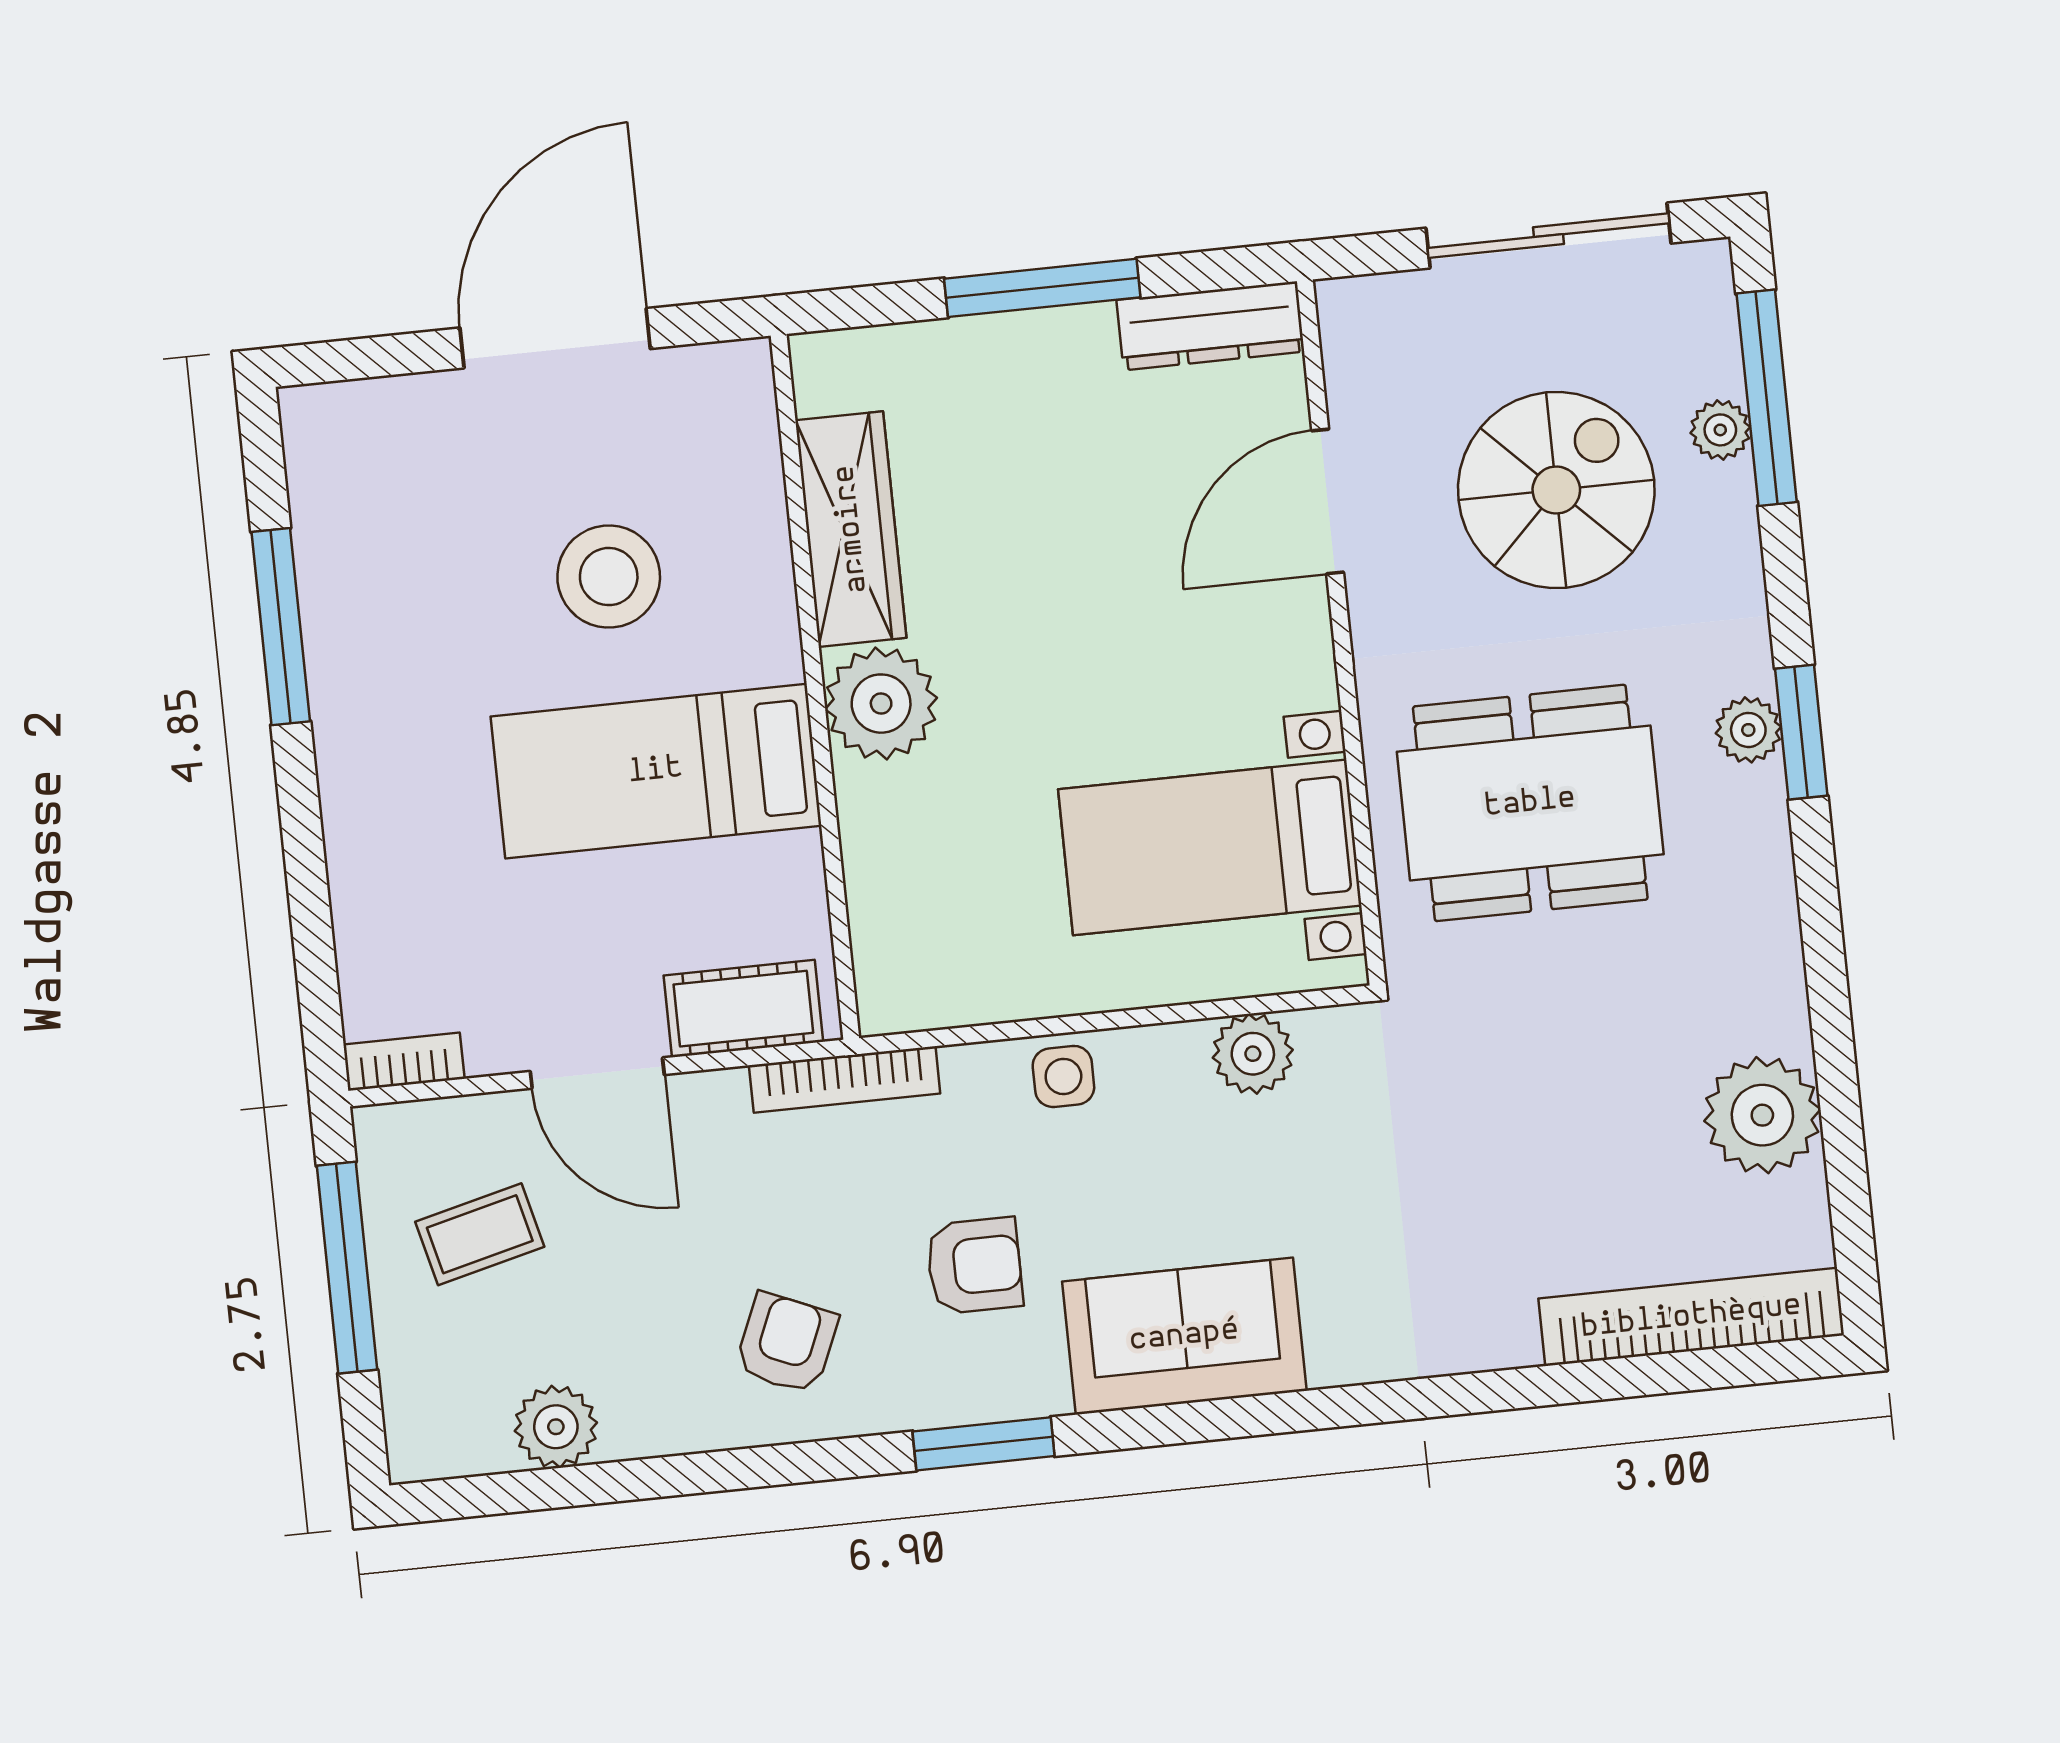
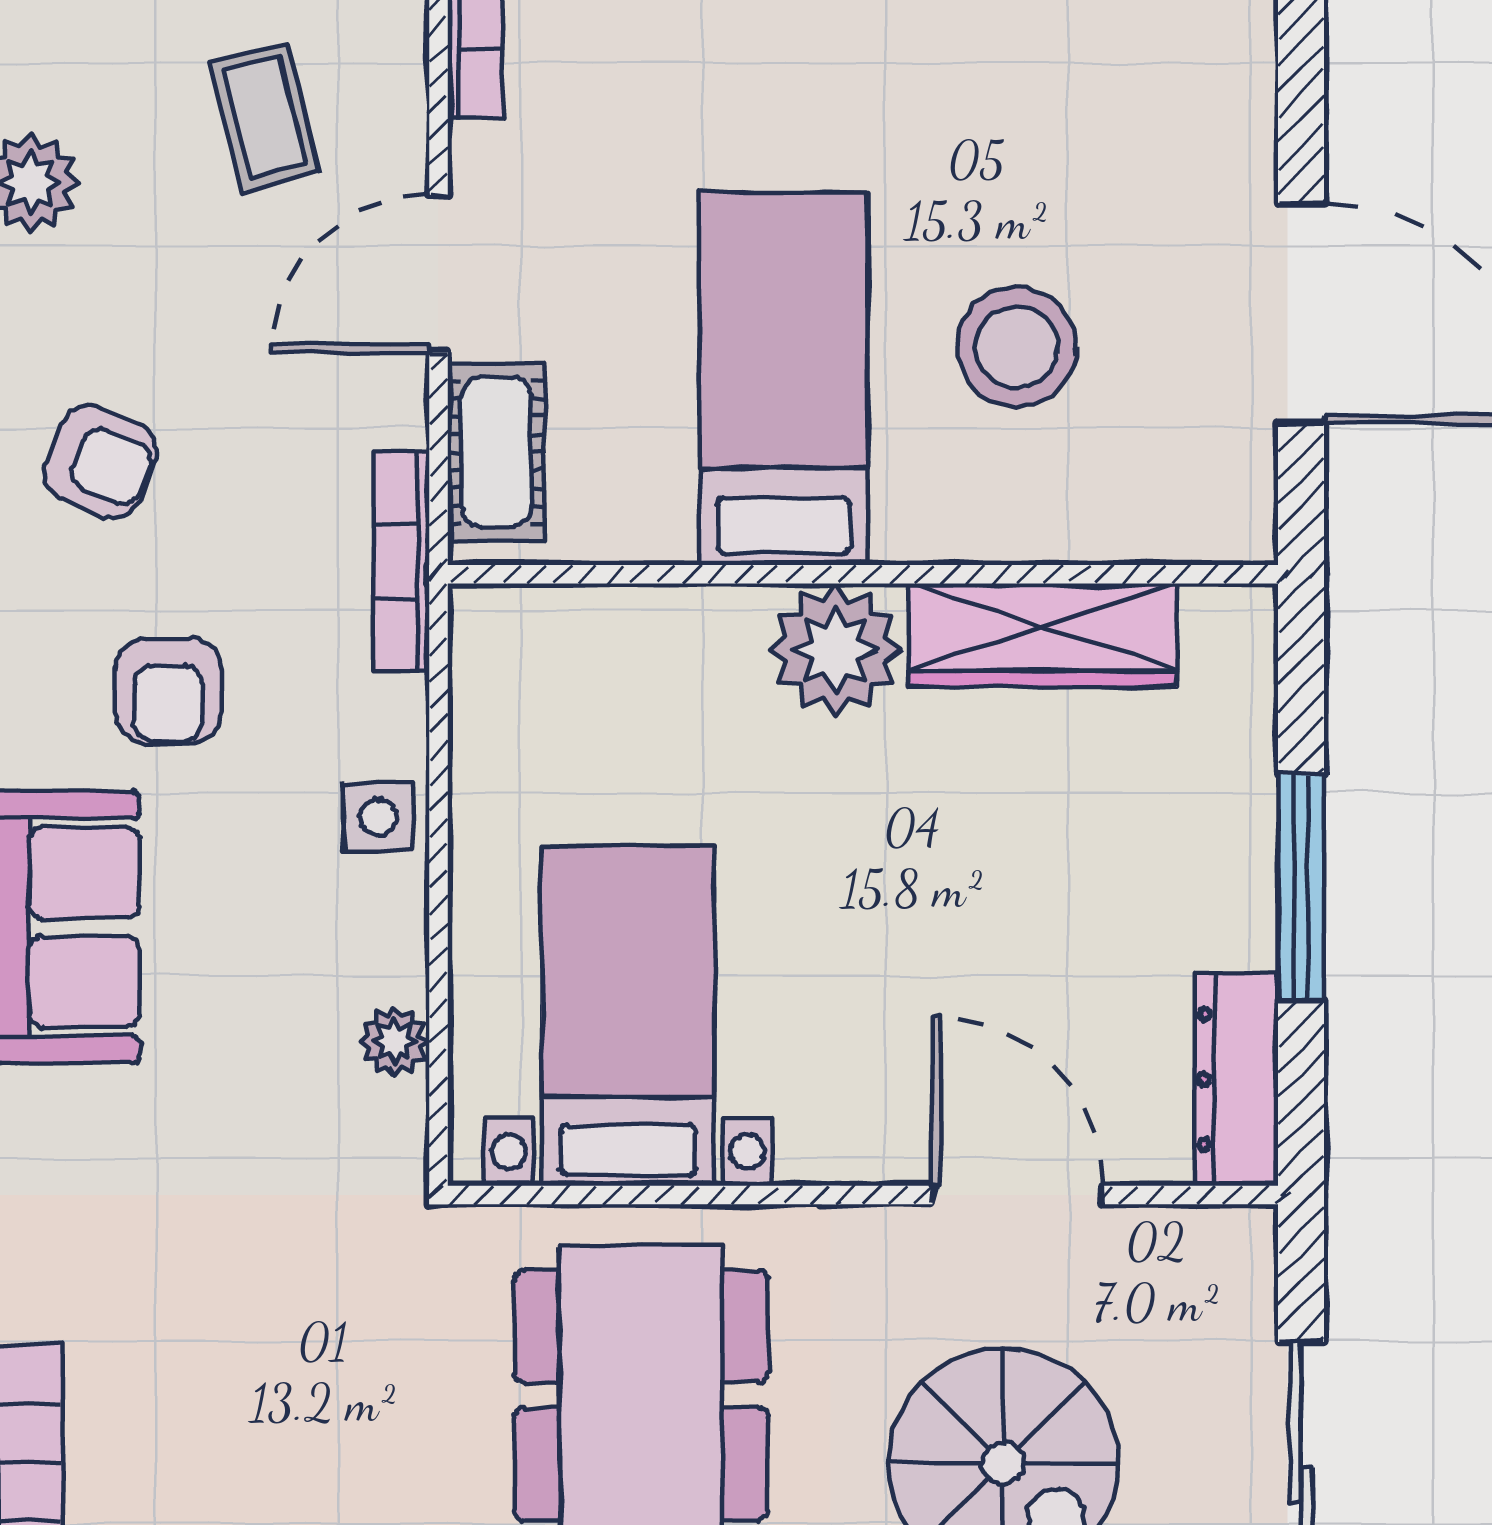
plant: (1253, 1054) -> (395, 1041), width x0.73, depth x0.73

